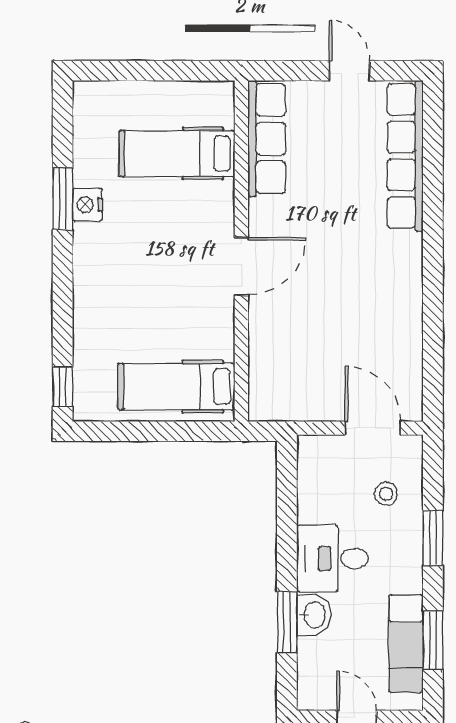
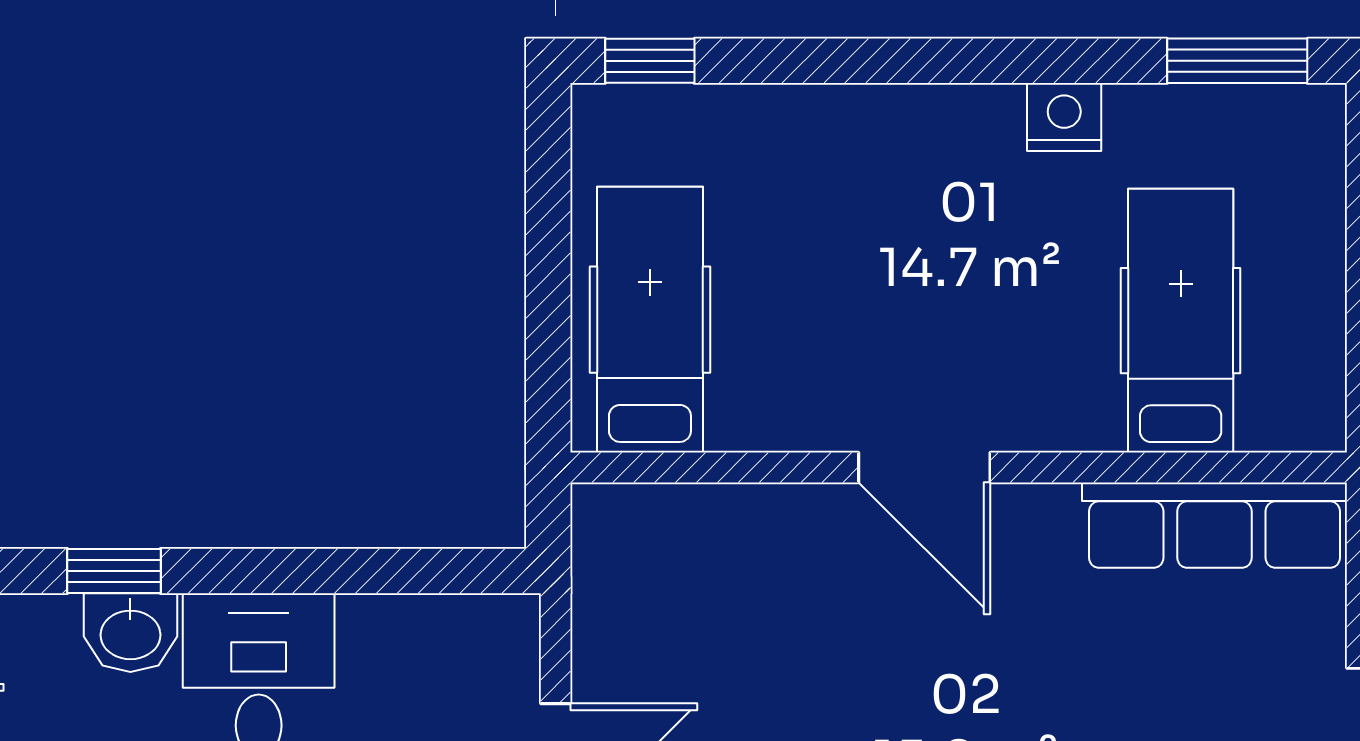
window: (63, 199) -> (1237, 61), moved
window: (287, 622) -> (114, 571), width x0.67

